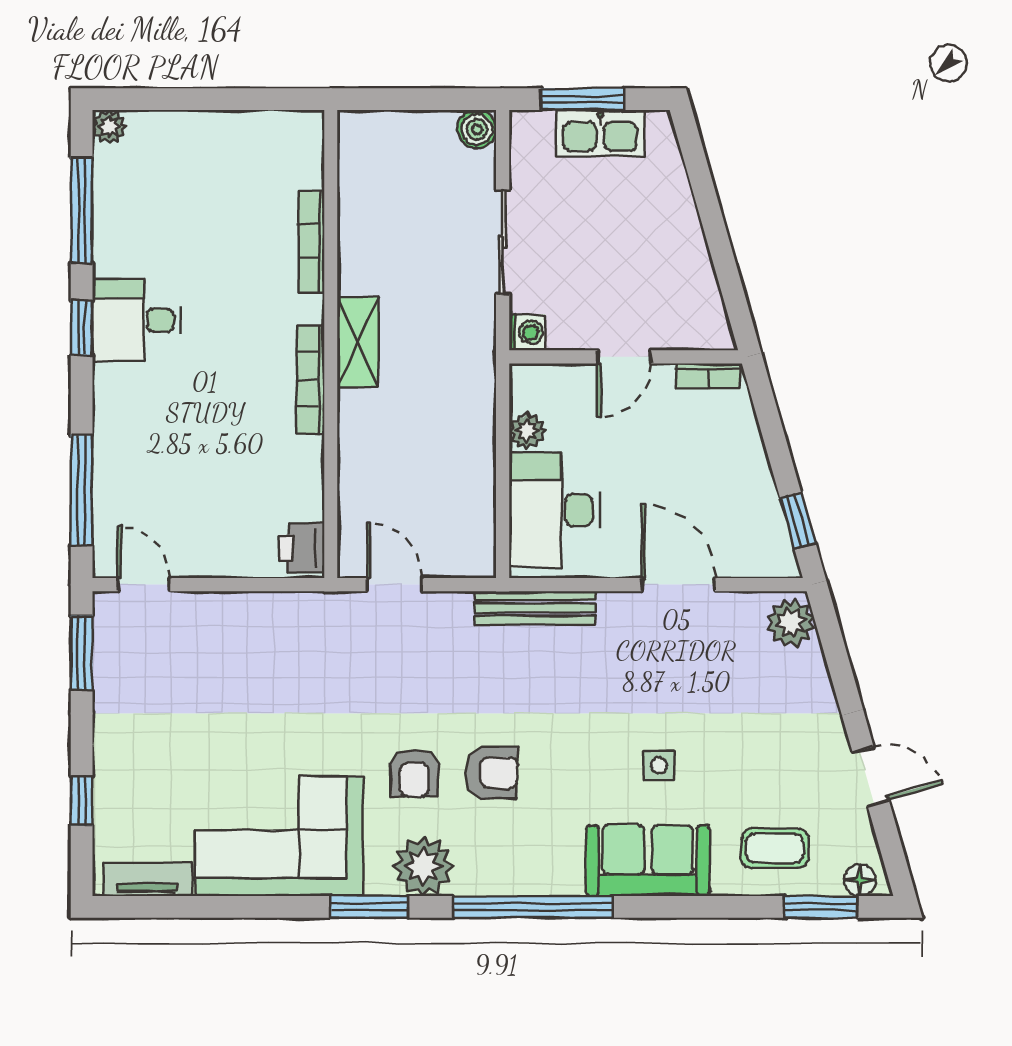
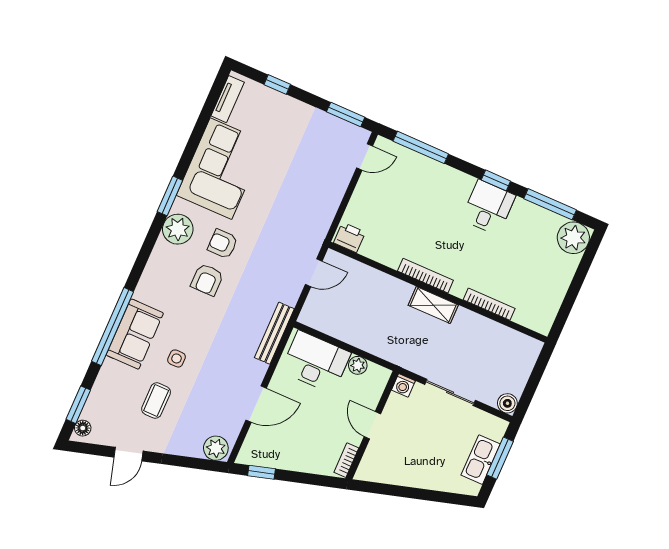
plant: (109, 127) -> (573, 238), width x1.88, depth x1.88
coffee table: (775, 848) -> (156, 401), moved
window: (533, 907) -> (113, 326), moved

